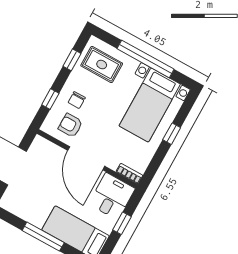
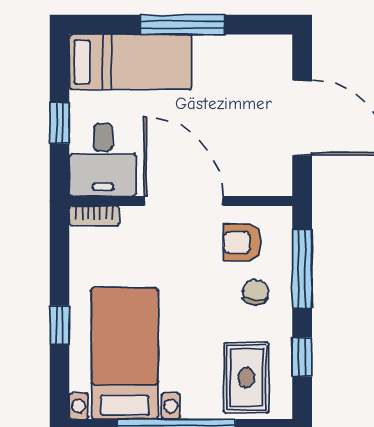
rug: (102, 64) -> (246, 377), turned 90
window: (50, 99) -> (302, 269), width x2.17
armchair: (70, 125) -> (242, 243), turned 180

